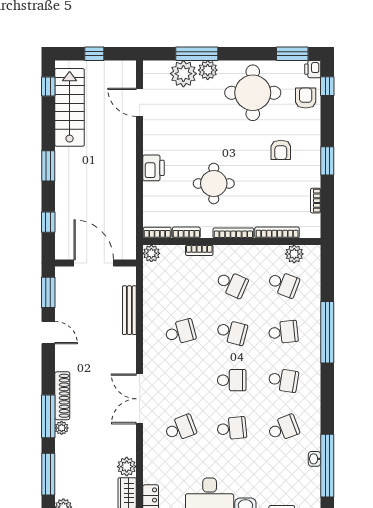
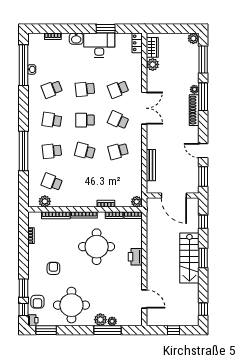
plant: (183, 74) -> (112, 321), width x0.53, depth x0.53
stairs: (70, 107) -> (189, 258), moved
window: (327, 161) -> (23, 288), moved
round table: (214, 184) -> (97, 247), width x1.36, depth x1.36
school desk: (232, 284) -> (118, 120), moved

